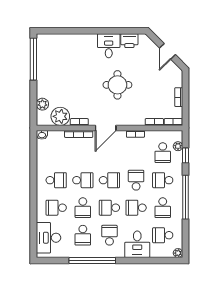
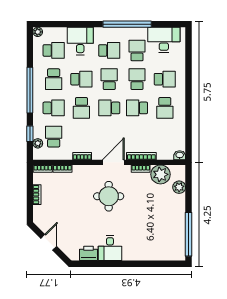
round table: (117, 85) -> (109, 196), moved
school desk: (56, 180) -> (165, 108), turned -90
school desk: (109, 208) -> (109, 79), turned -90
school desk: (163, 208) -> (54, 79), turned 180
school desk: (109, 235) -> (109, 50), turned -90
desk: (48, 238) -> (164, 40), moved, turned -90

